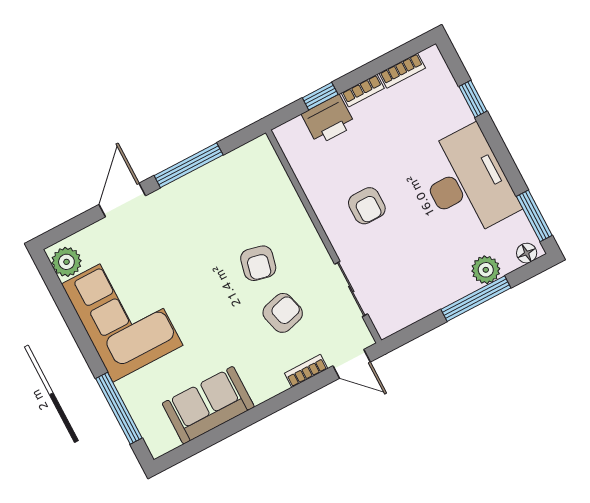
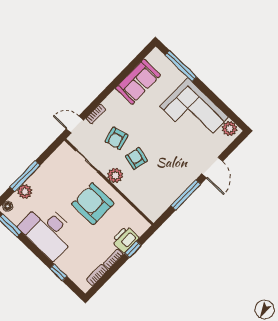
armchair: (367, 206) -> (93, 204), width x1.88, depth x1.88
plant: (308, 245) -> (115, 175), added

